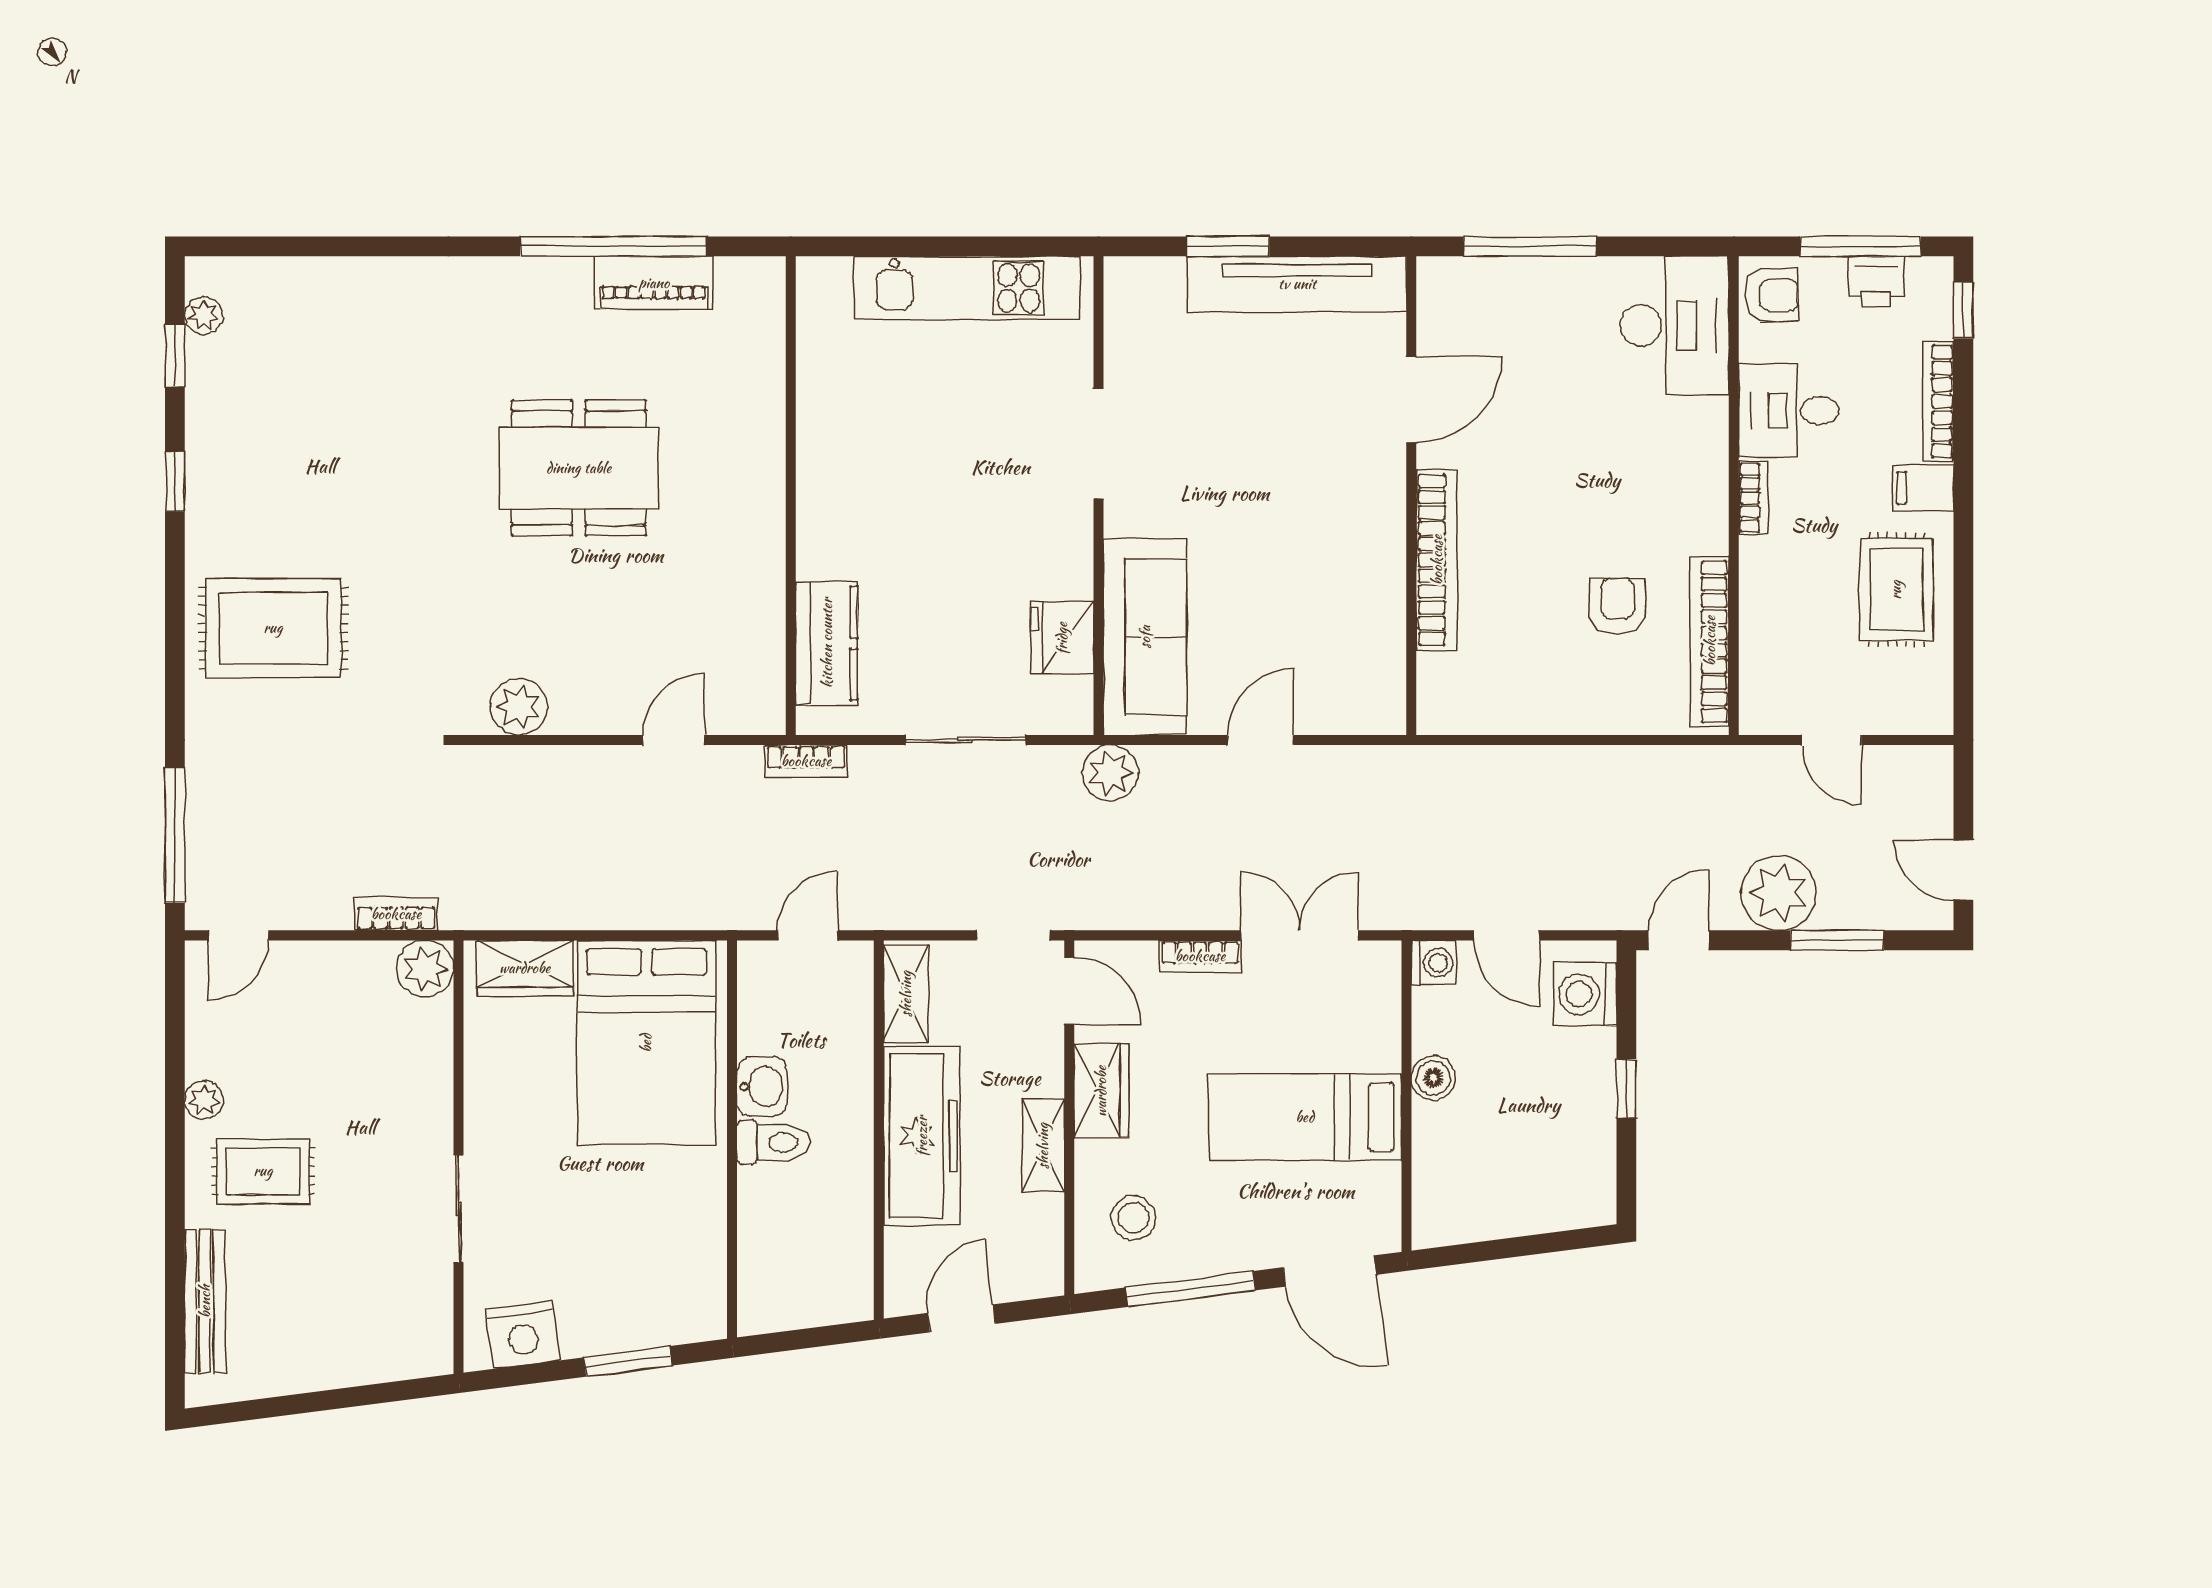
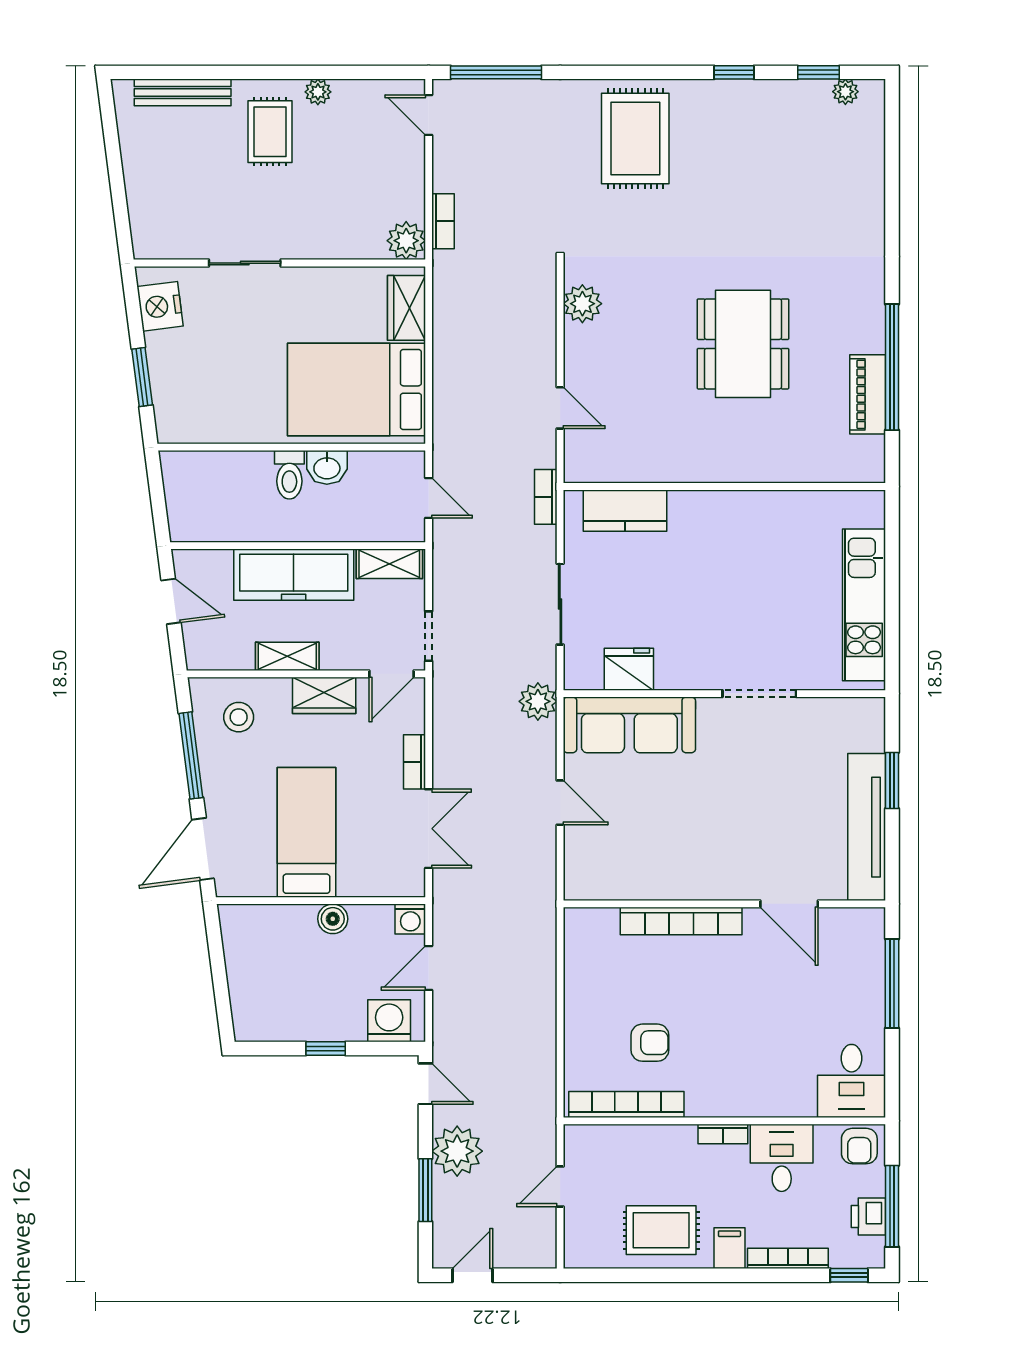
desk: (1674, 325) -> (852, 1081), width x0.73

